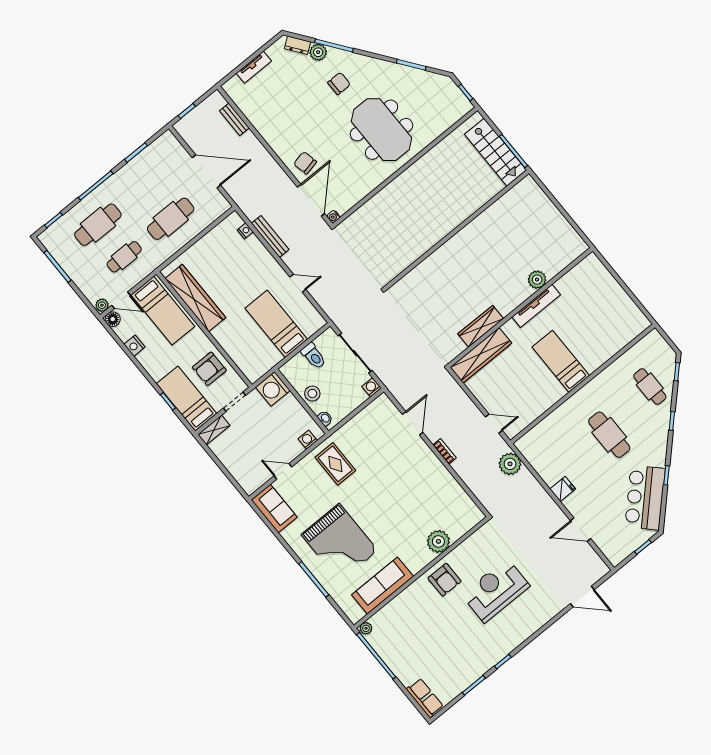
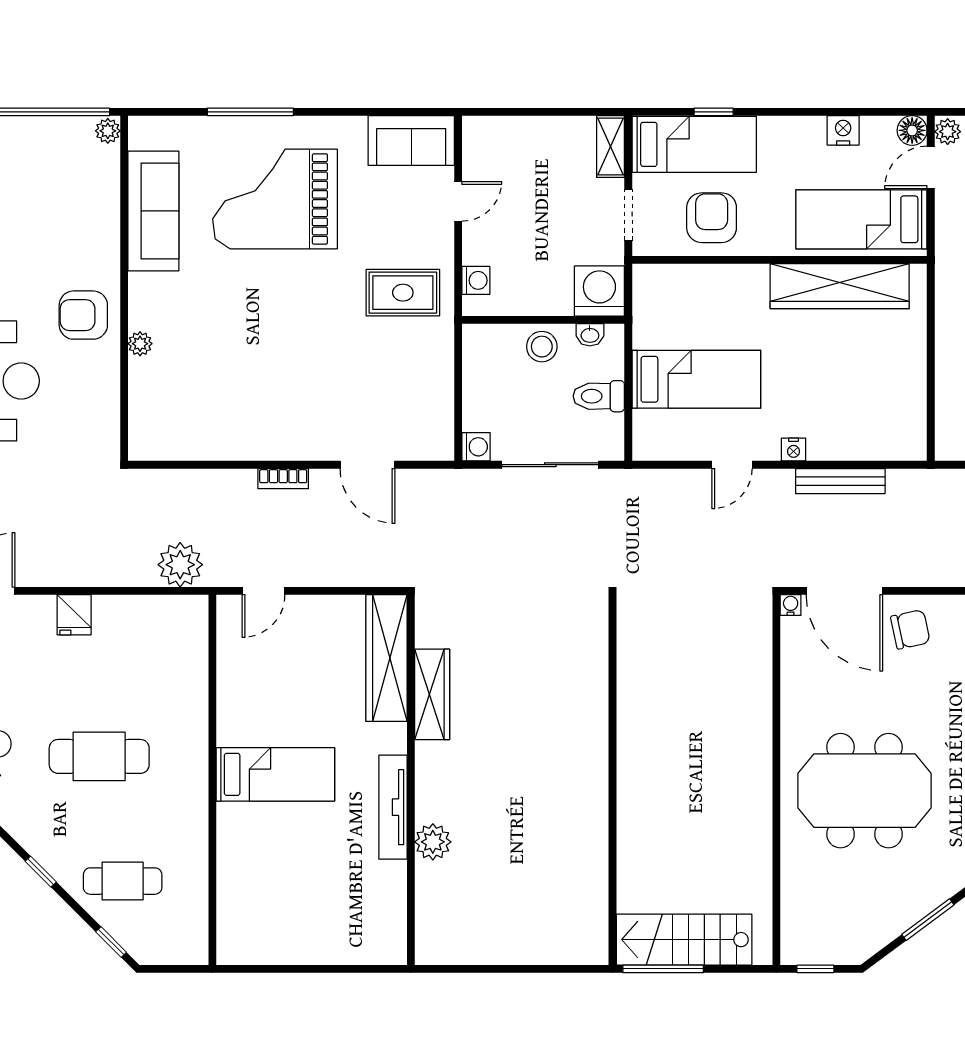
nightstand: (245, 231) -> (794, 450), moved
washbasin: (325, 418) -> (590, 335), moved
plant: (438, 541) -> (140, 344), width x0.53, depth x0.53

